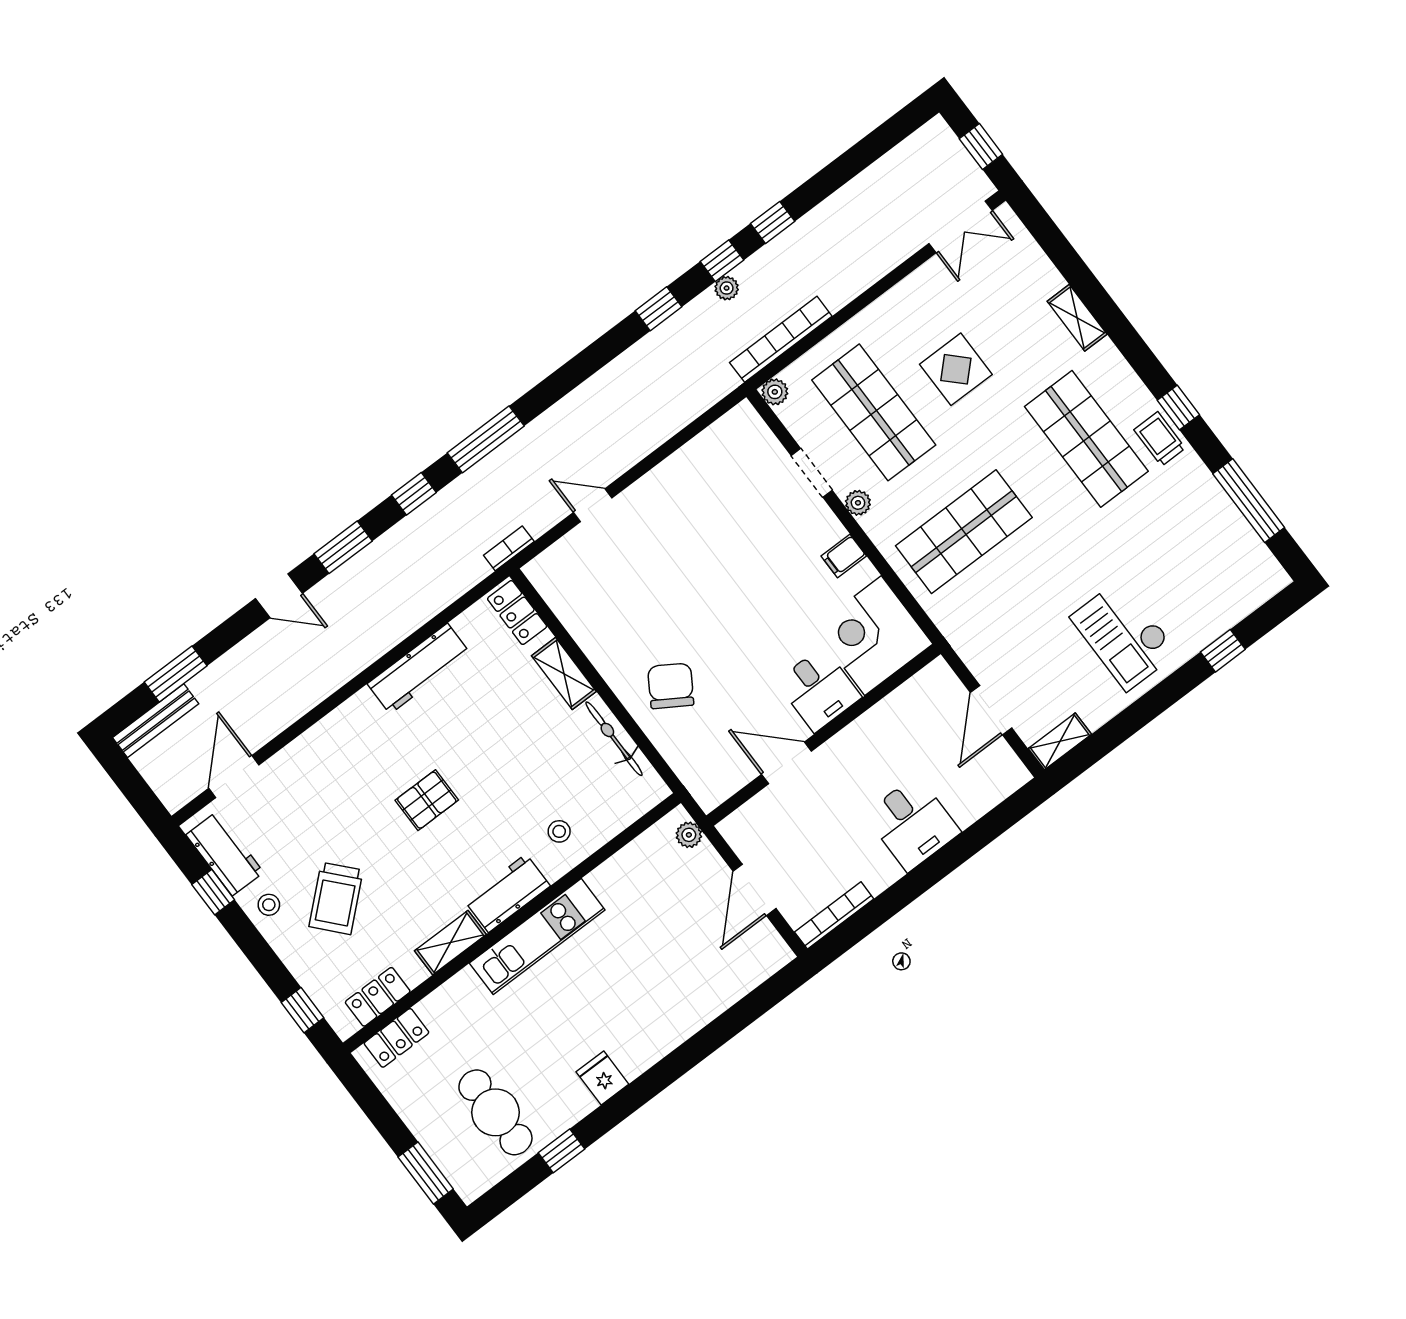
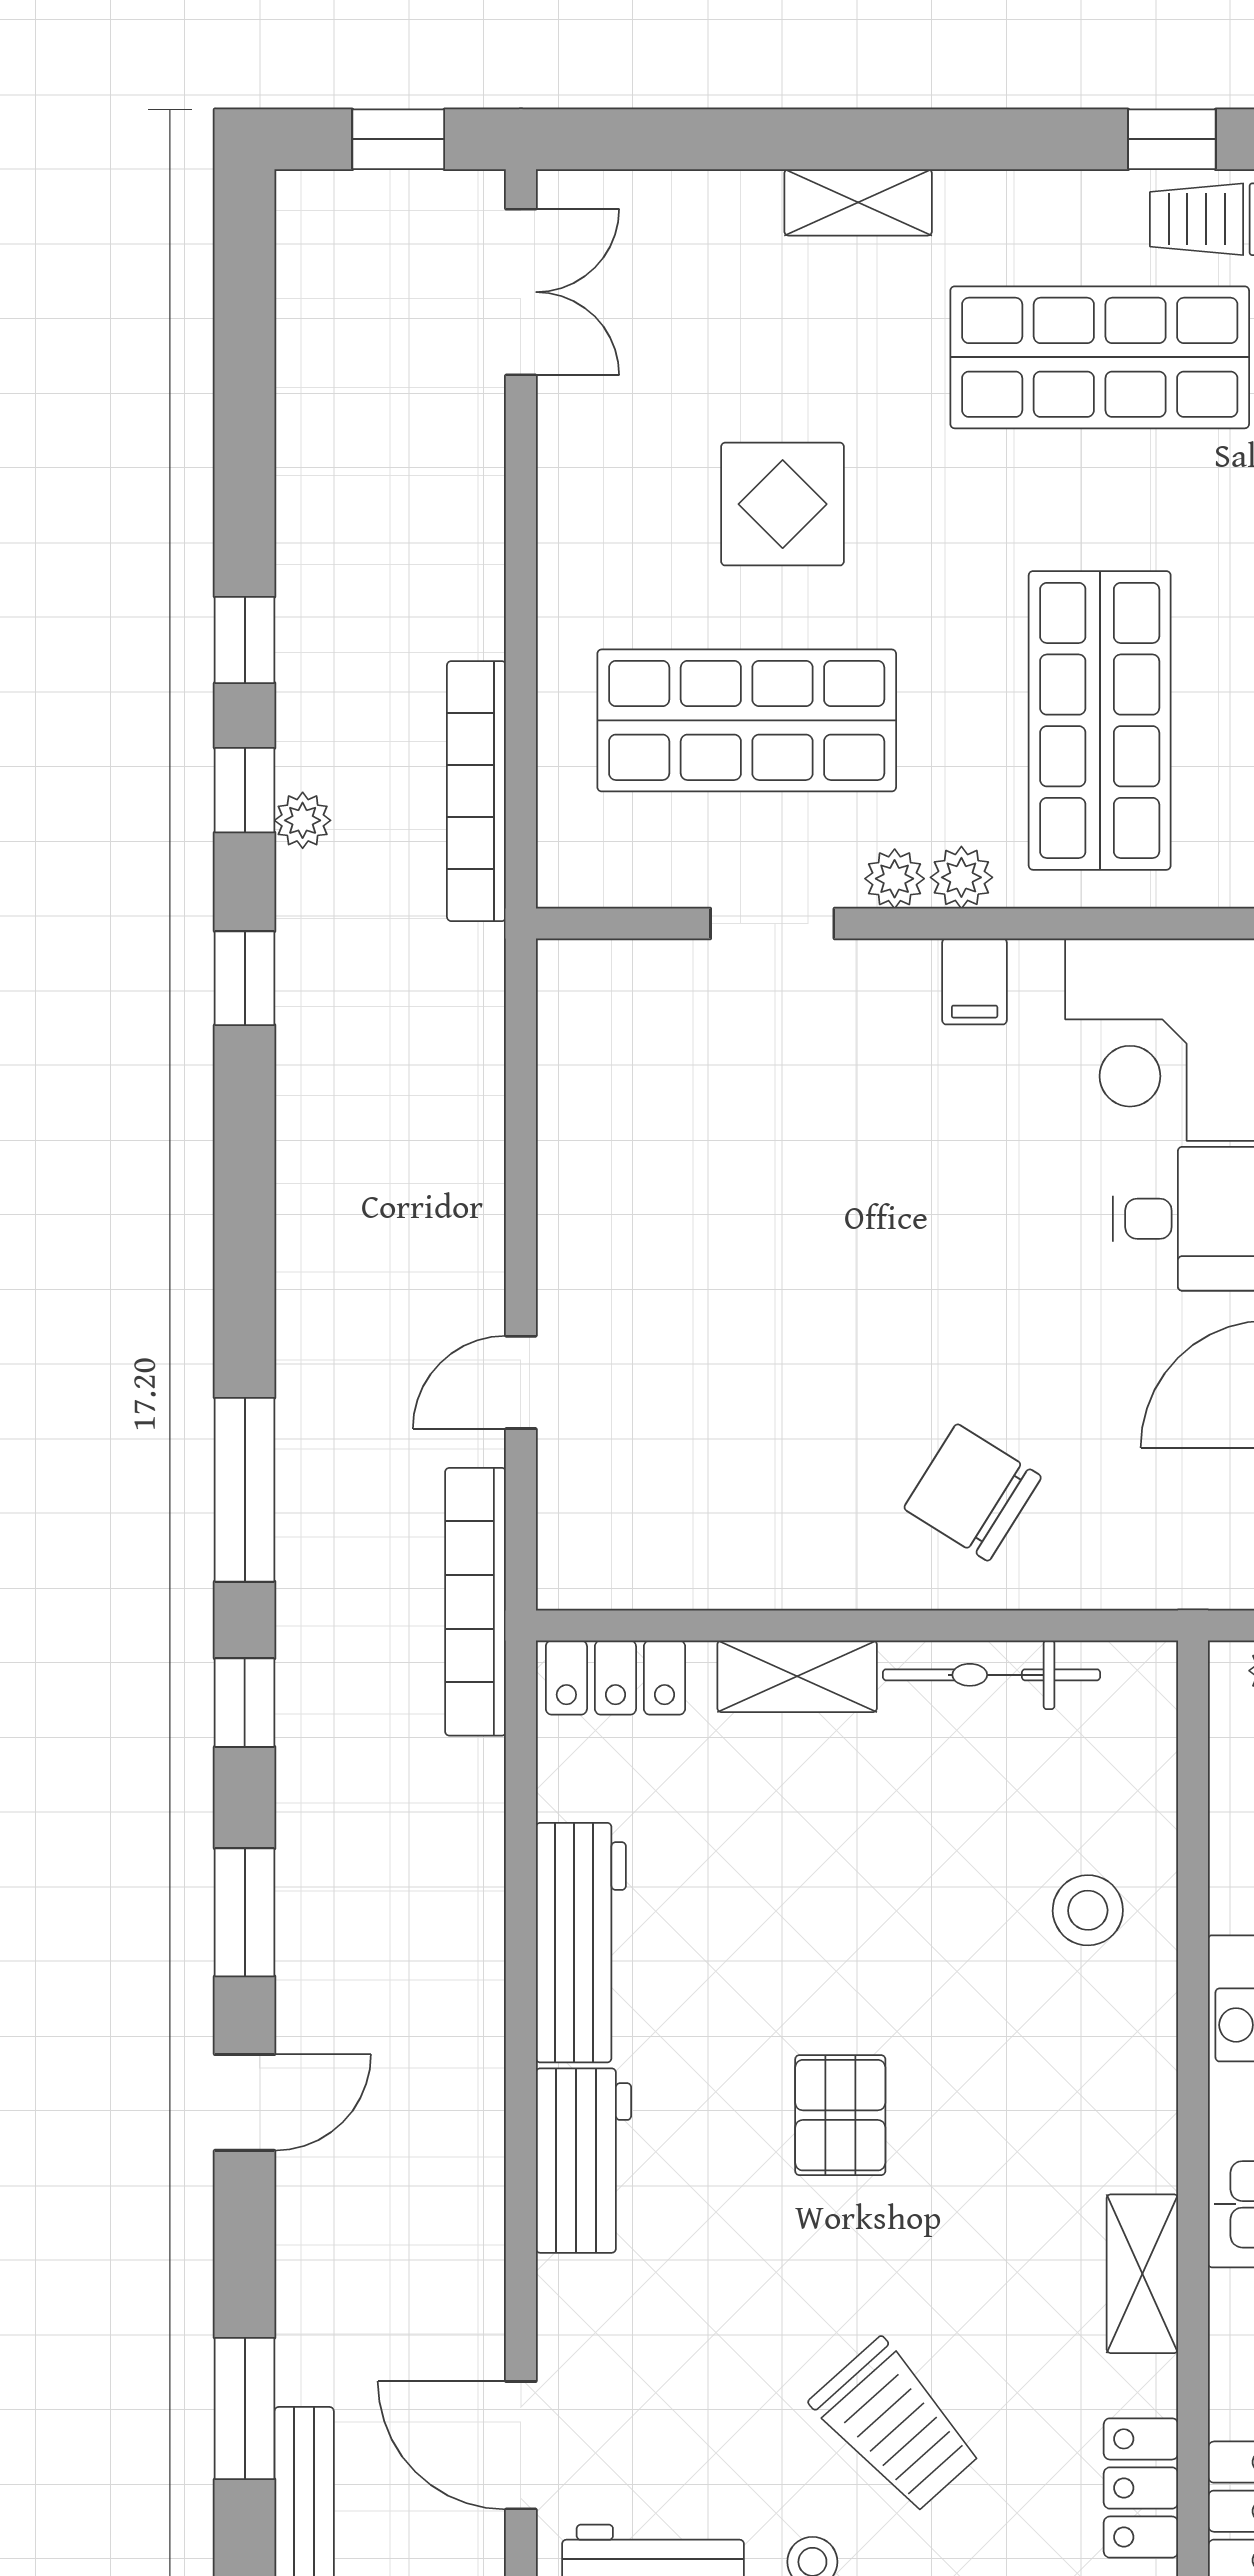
plant: (775, 392) -> (961, 877), moved
bookcase: (509, 548) -> (476, 1602), width x2.31, depth x1.31
stool: (559, 831) -> (1088, 1910), width x1.37, depth x1.37
workbench: (507, 893) -> (583, 2161), moved, turned 180

